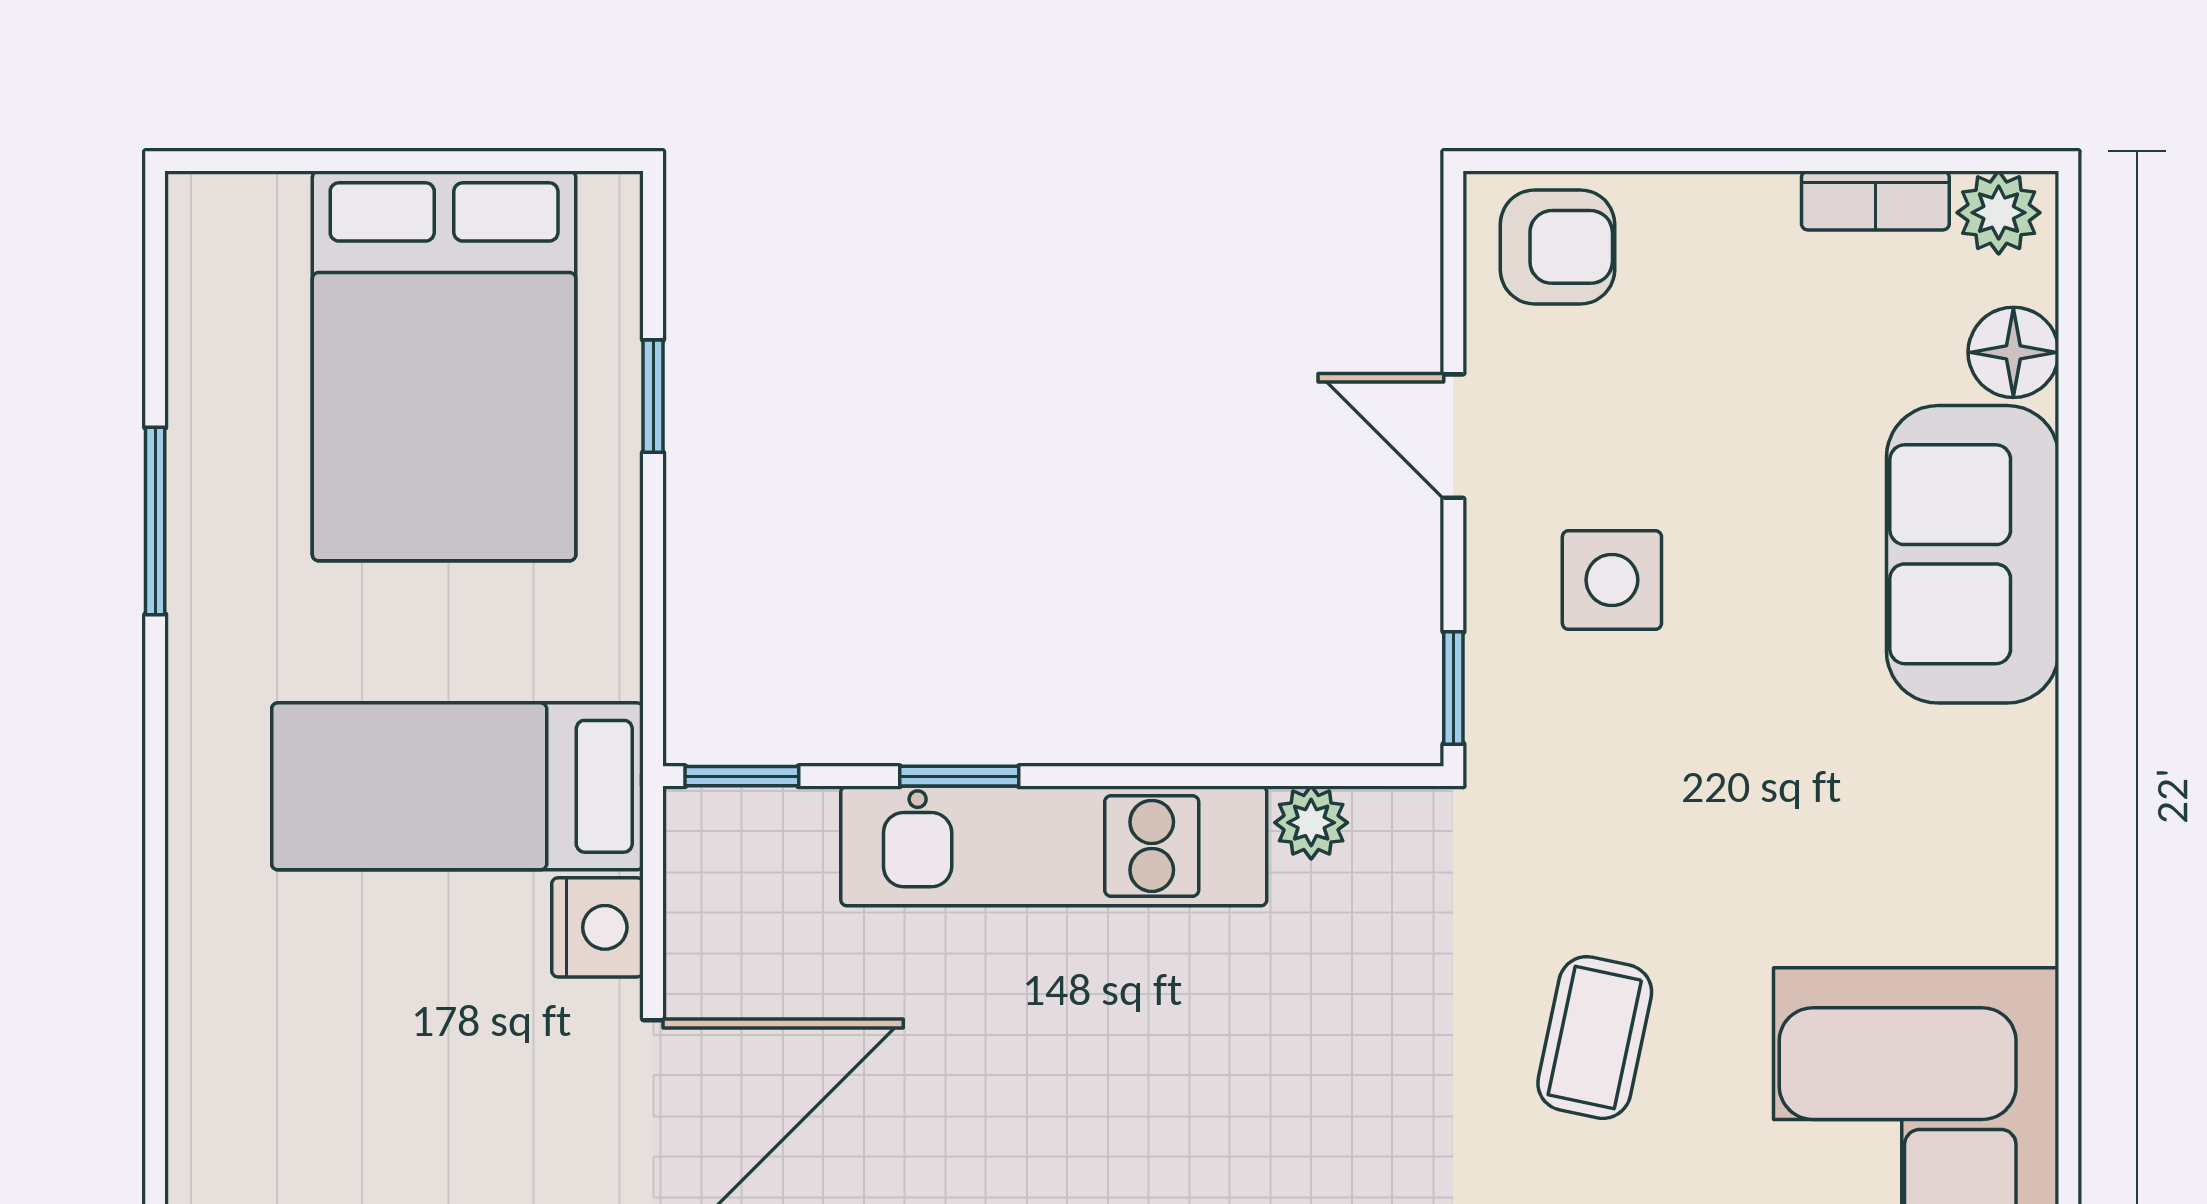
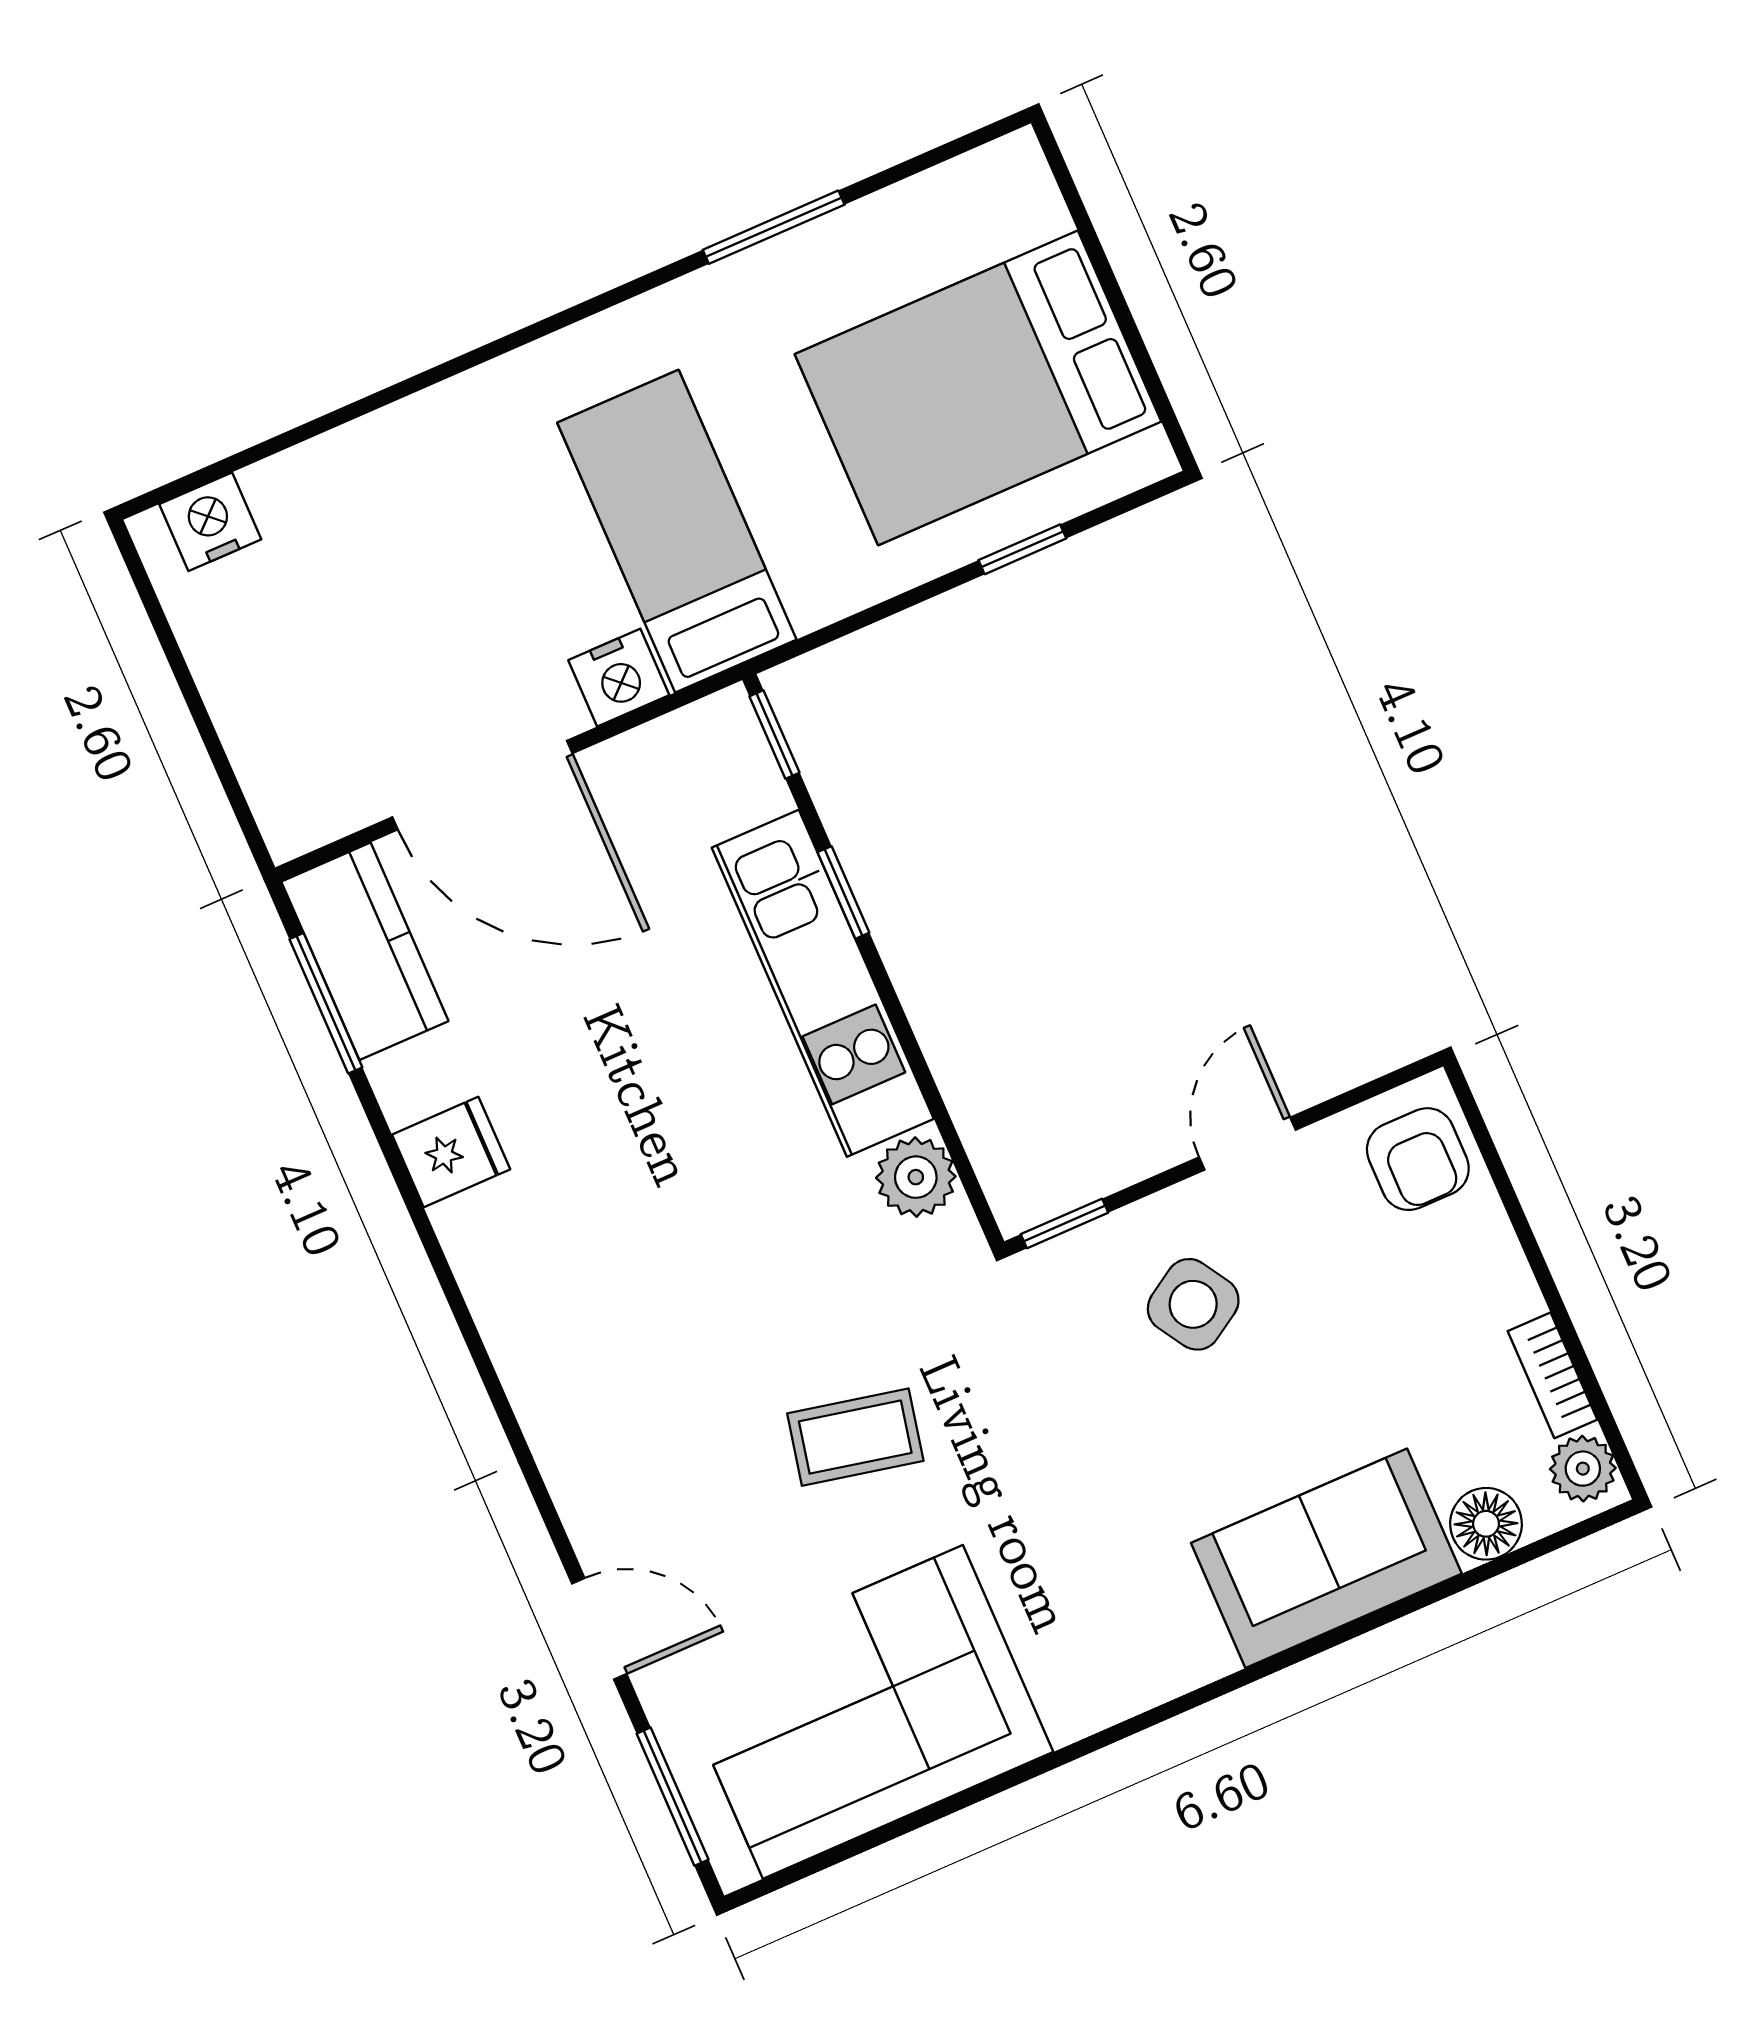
side table: (1612, 580) -> (1193, 1304), turned -32
plant: (1311, 823) -> (916, 1177), width x1.38, depth x1.38

